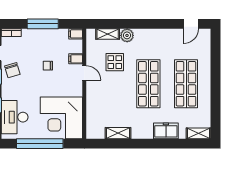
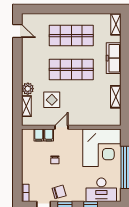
window: (43, 24) -> (17, 165), removed
filing cabinet: (76, 34) -> (39, 135), moved
freezer: (166, 131) -> (114, 58), width x1.40

